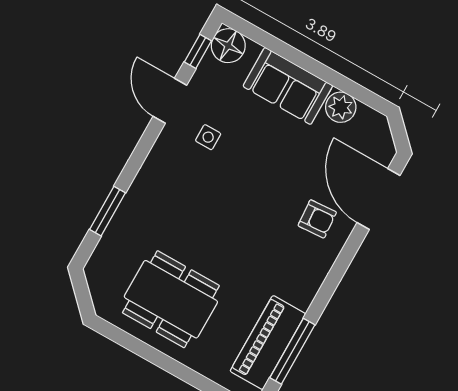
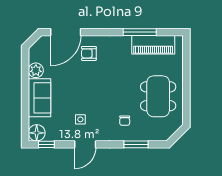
door: (170, 101) -> (85, 144), moved
chair: (161, 215) -> (125, 121), added
armchair: (317, 219) -> (89, 53), turned -86
window: (292, 351) -> (140, 32), moved

